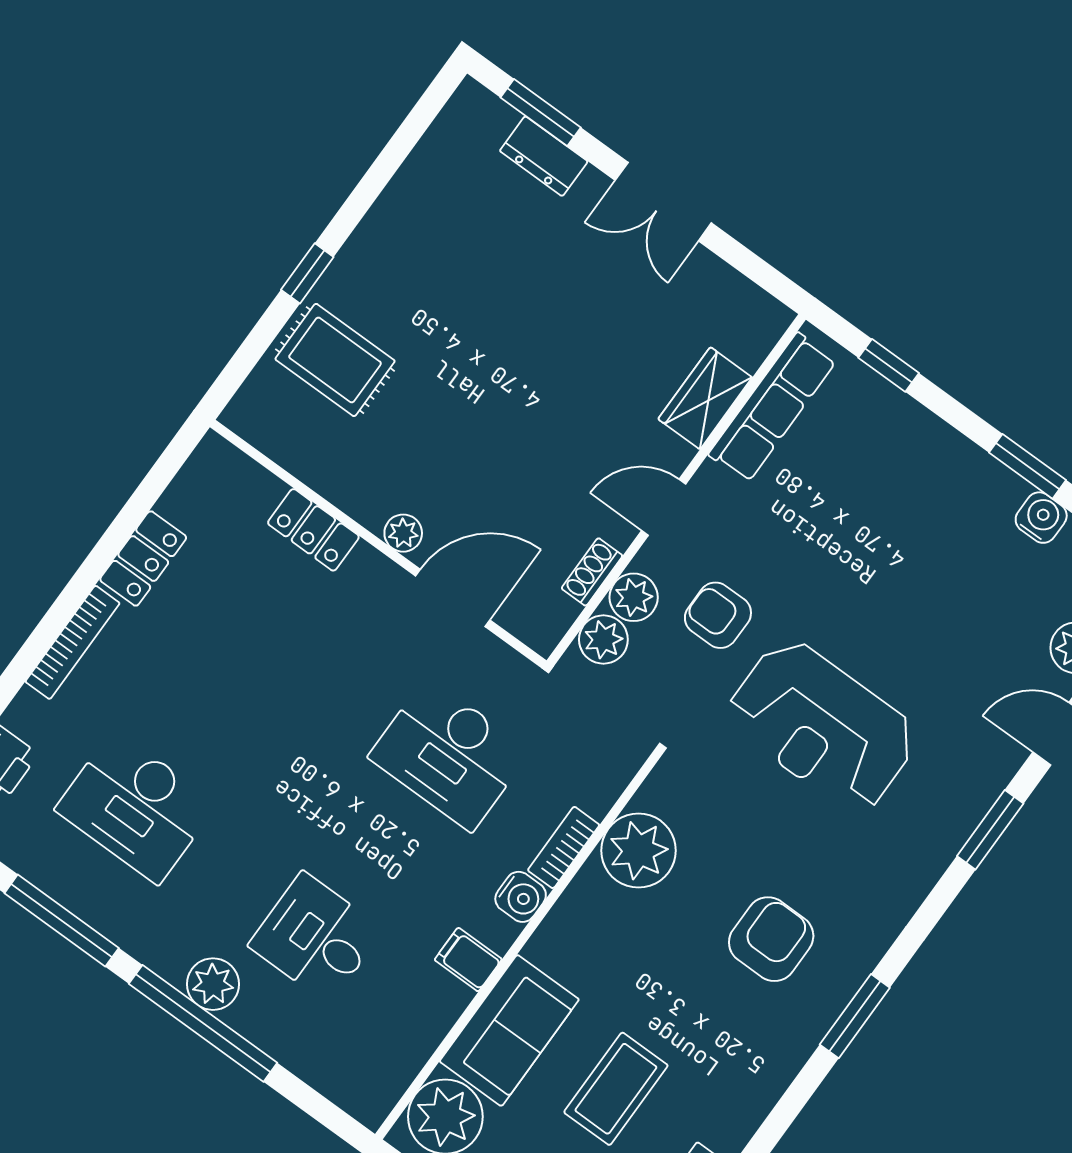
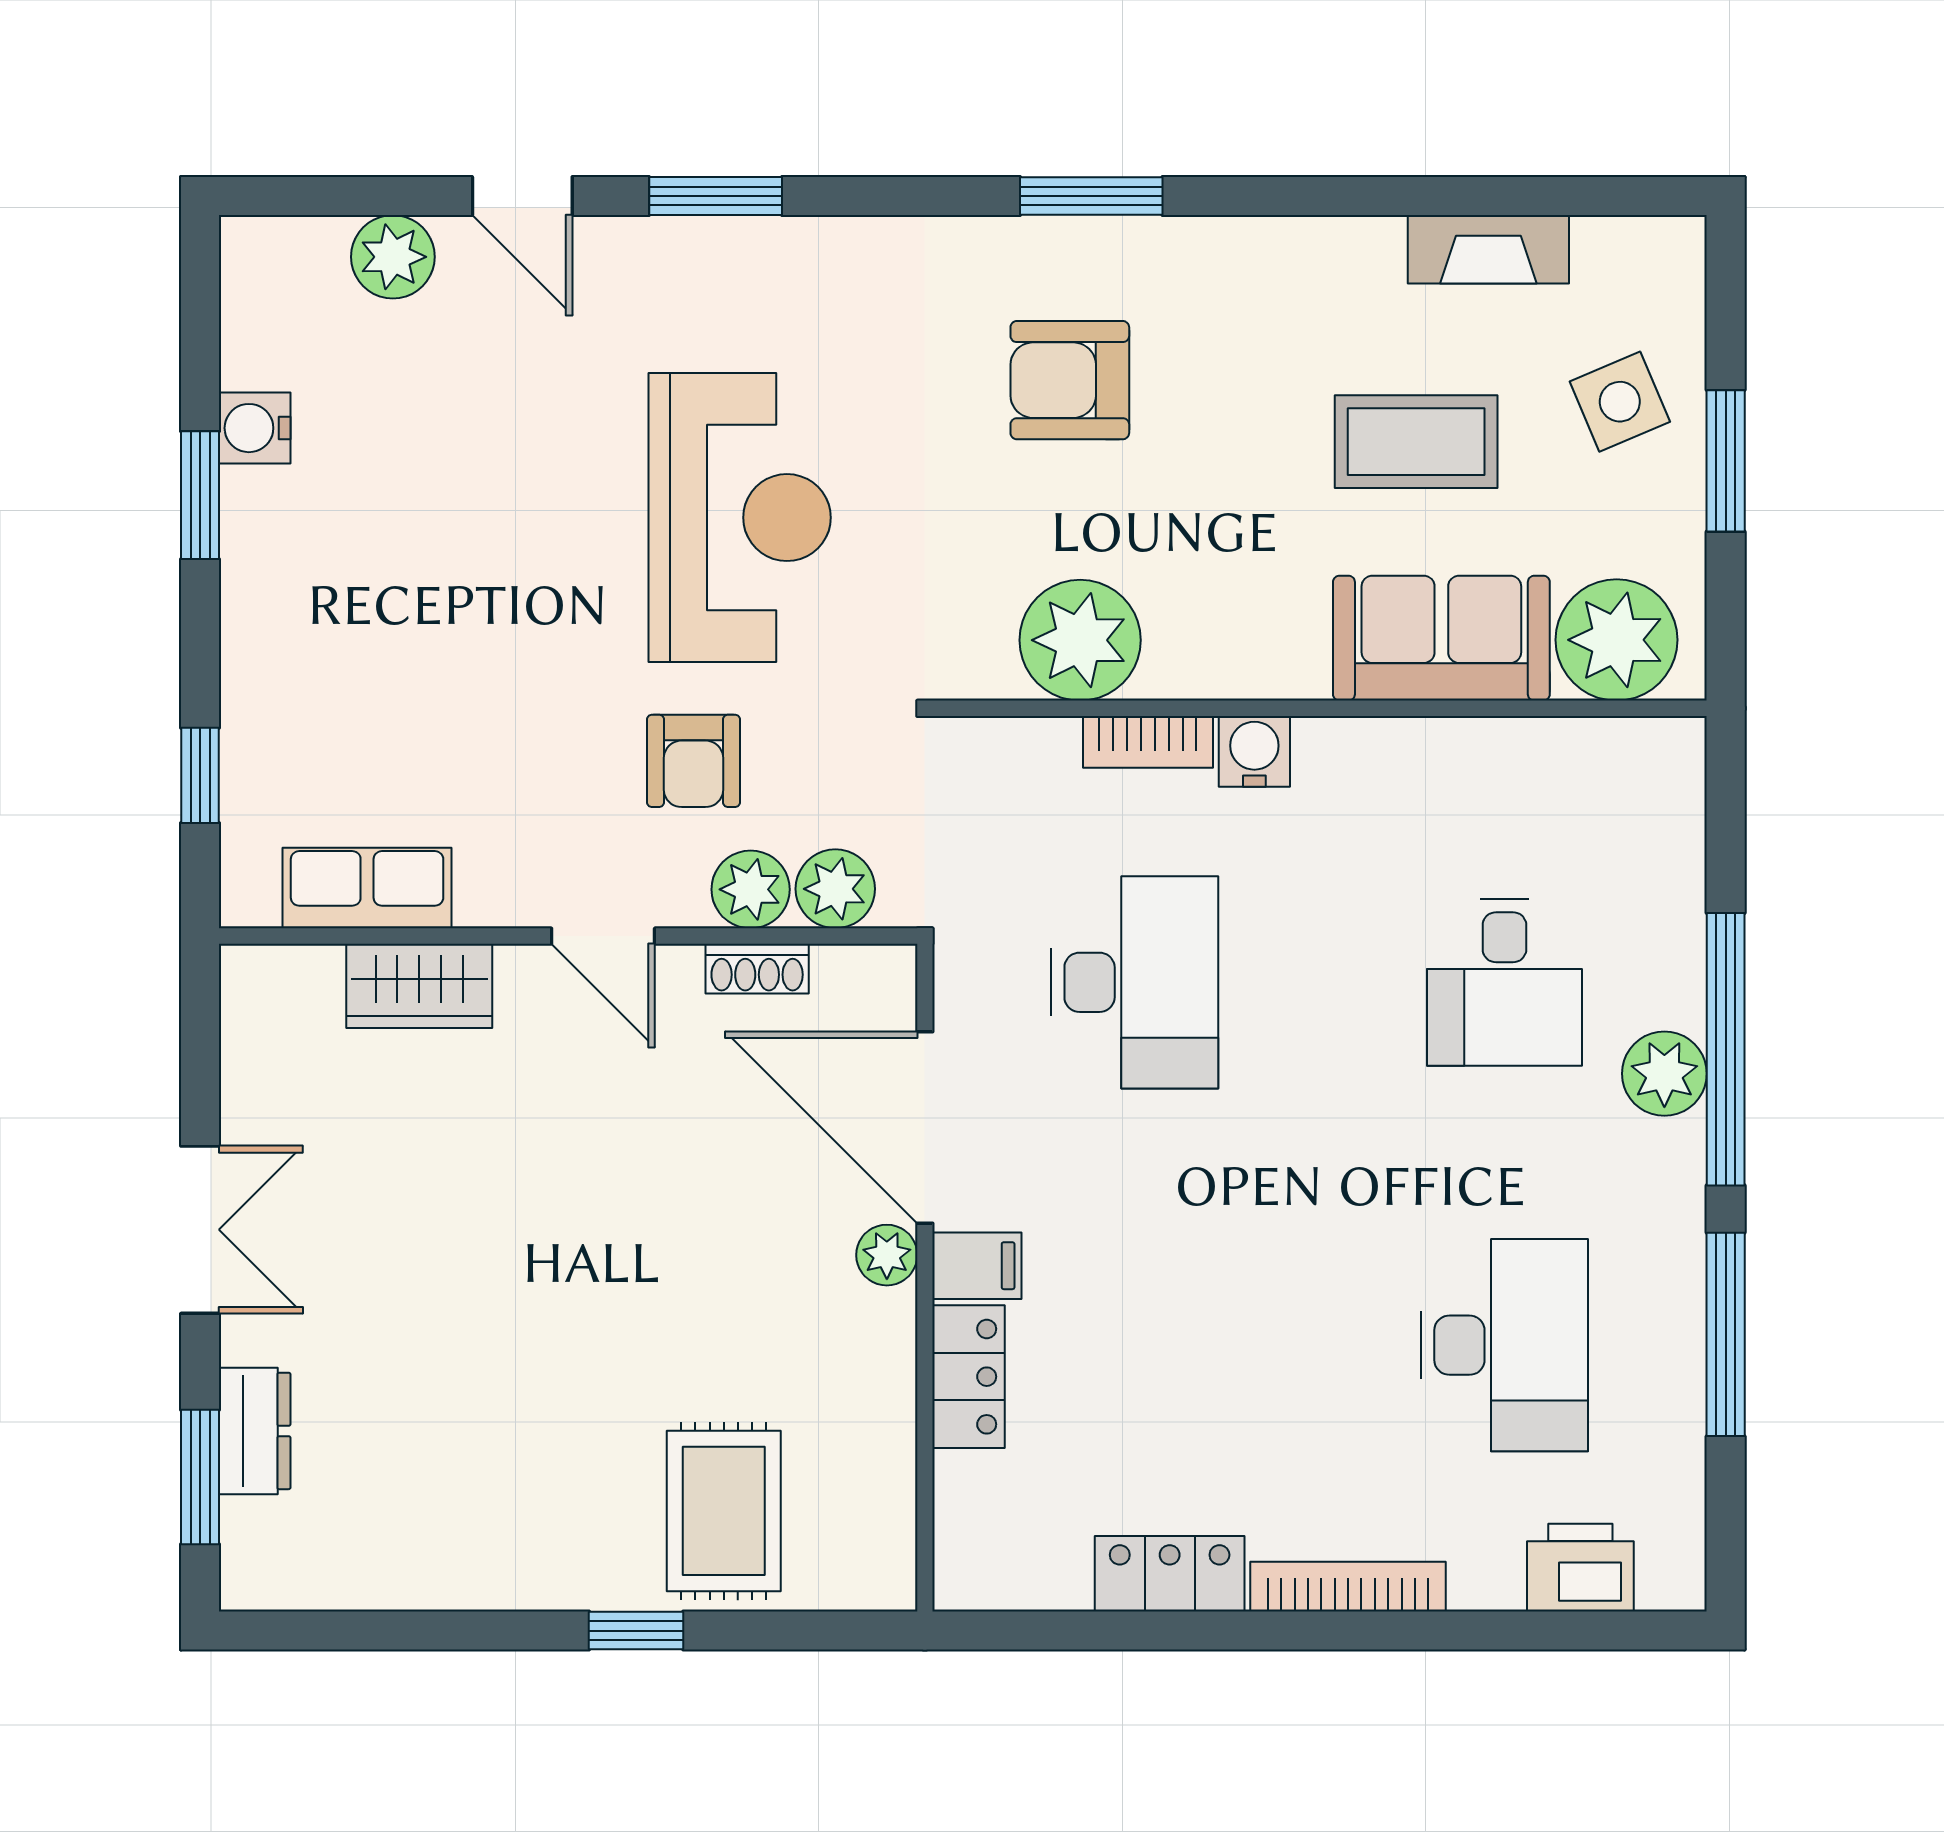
row of seats: (772, 408) -> (367, 888), width x0.68
door: (453, 598) -> (925, 1128), width x1.36
filing cabinet: (468, 960) -> (977, 1266), moved, turned -90

